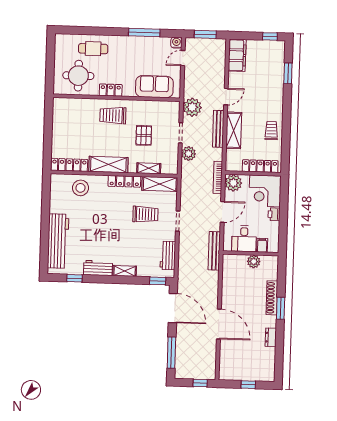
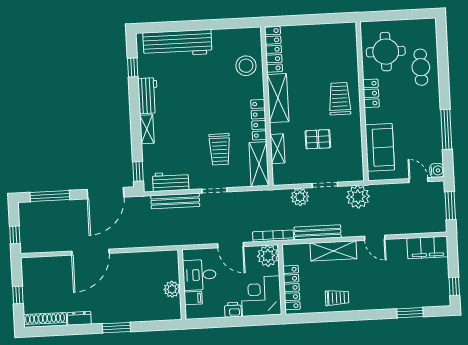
bench: (218, 129) -> (318, 232), moved
bench: (214, 251) -> (175, 201), moved
shoe rack: (272, 298) -> (45, 320), moved

